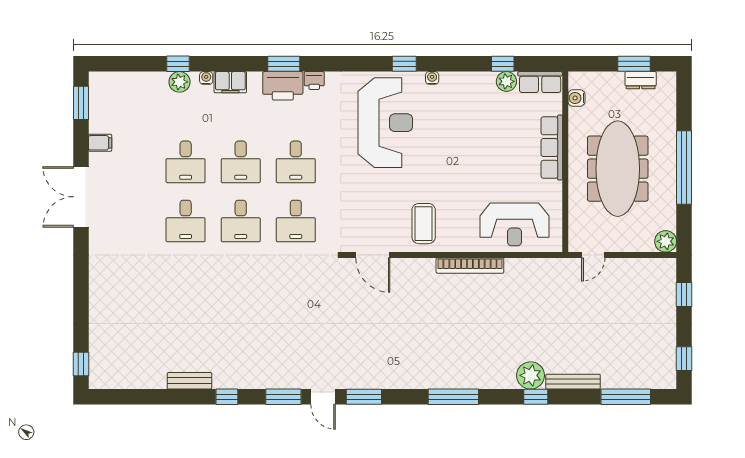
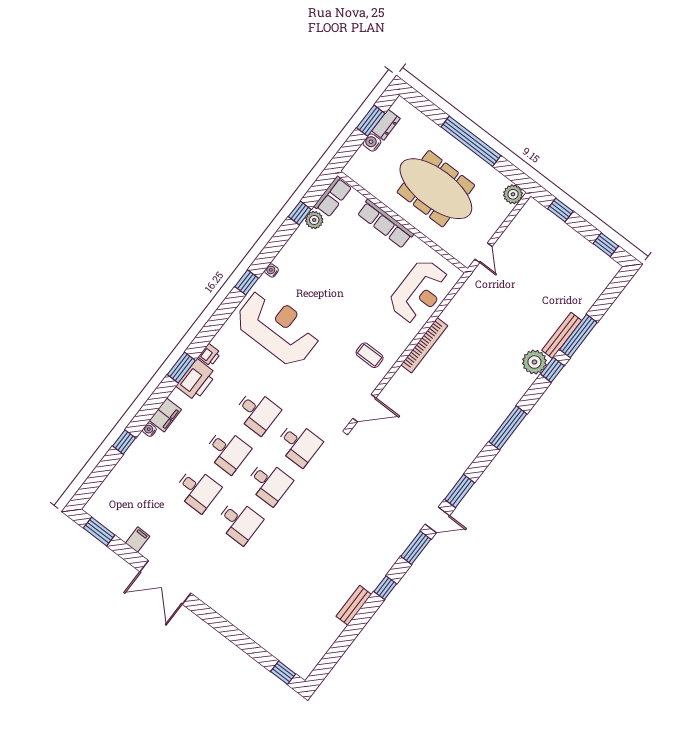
plant: (179, 82) -> (138, 451), removed
water cooler: (576, 98) -> (372, 142), moved, turned 90
coffee table: (424, 224) -> (370, 355), width x0.73, depth x0.77
window: (626, 397) -> (578, 336), moved

